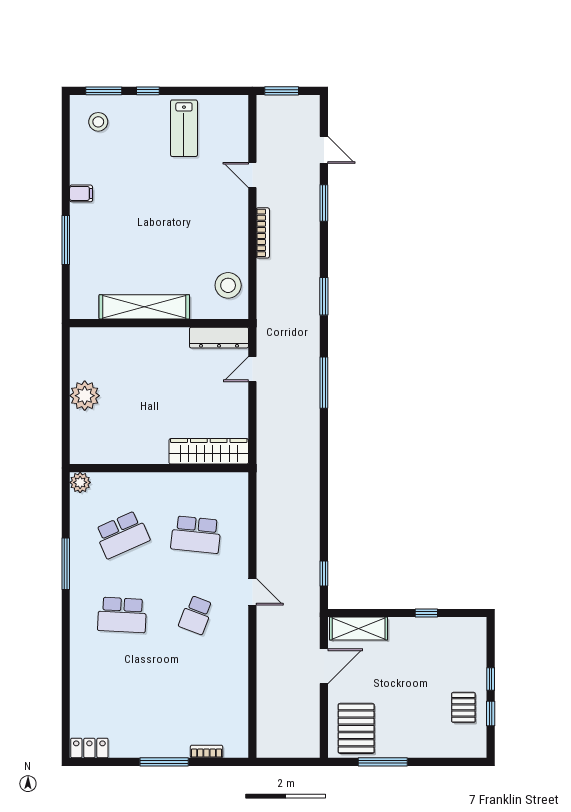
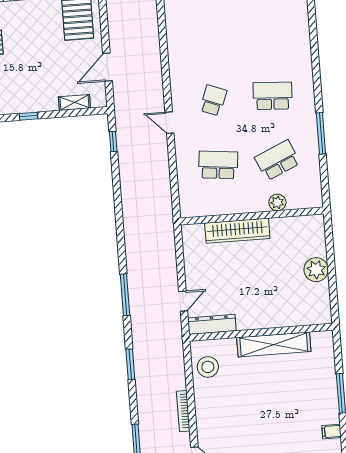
wardrobe: (209, 451) -> (237, 231), moved
plant: (80, 482) -> (277, 202), moved
shelving: (359, 628) -> (74, 102), width x0.67, depth x0.75

